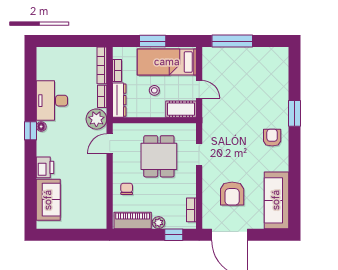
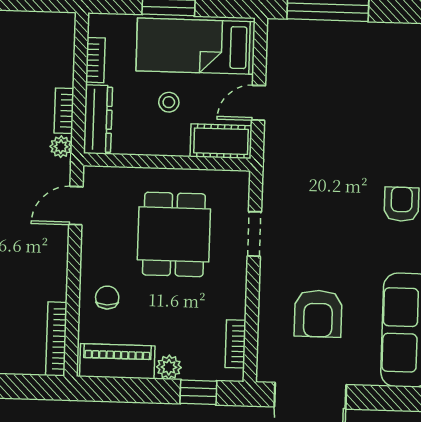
bookcase: (102, 65) -> (56, 339), moved
door: (199, 89) -> (258, 103), swing flipped
plant: (96, 119) -> (61, 147), width x0.53, depth x0.53

